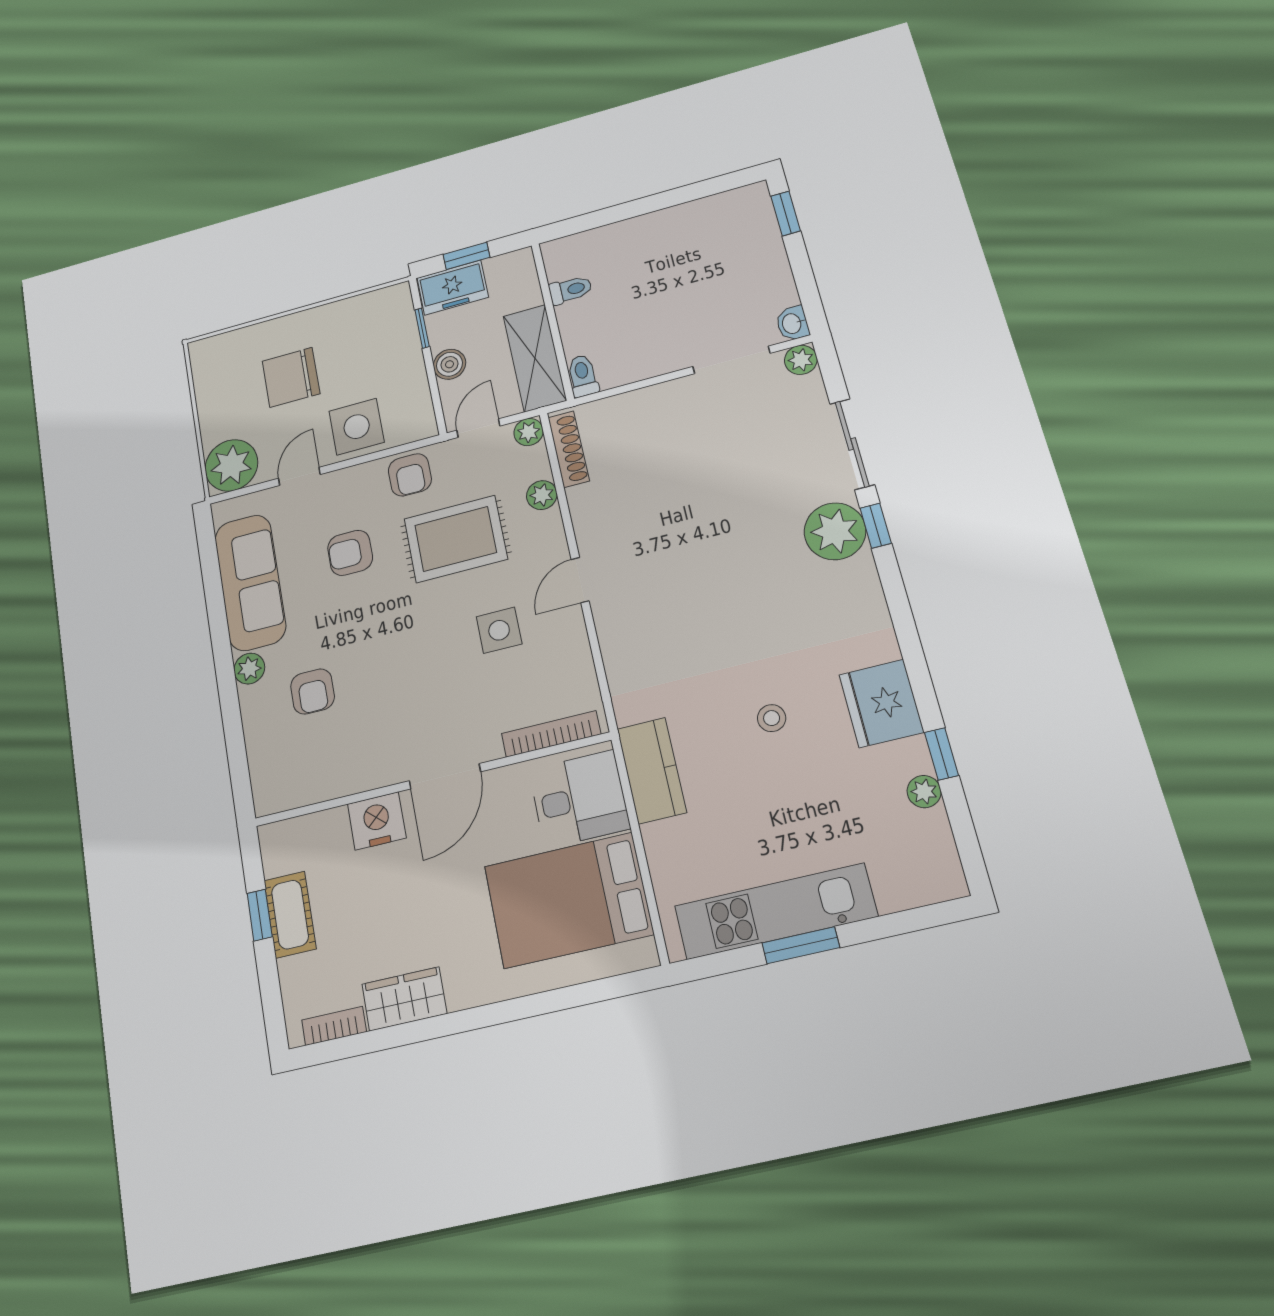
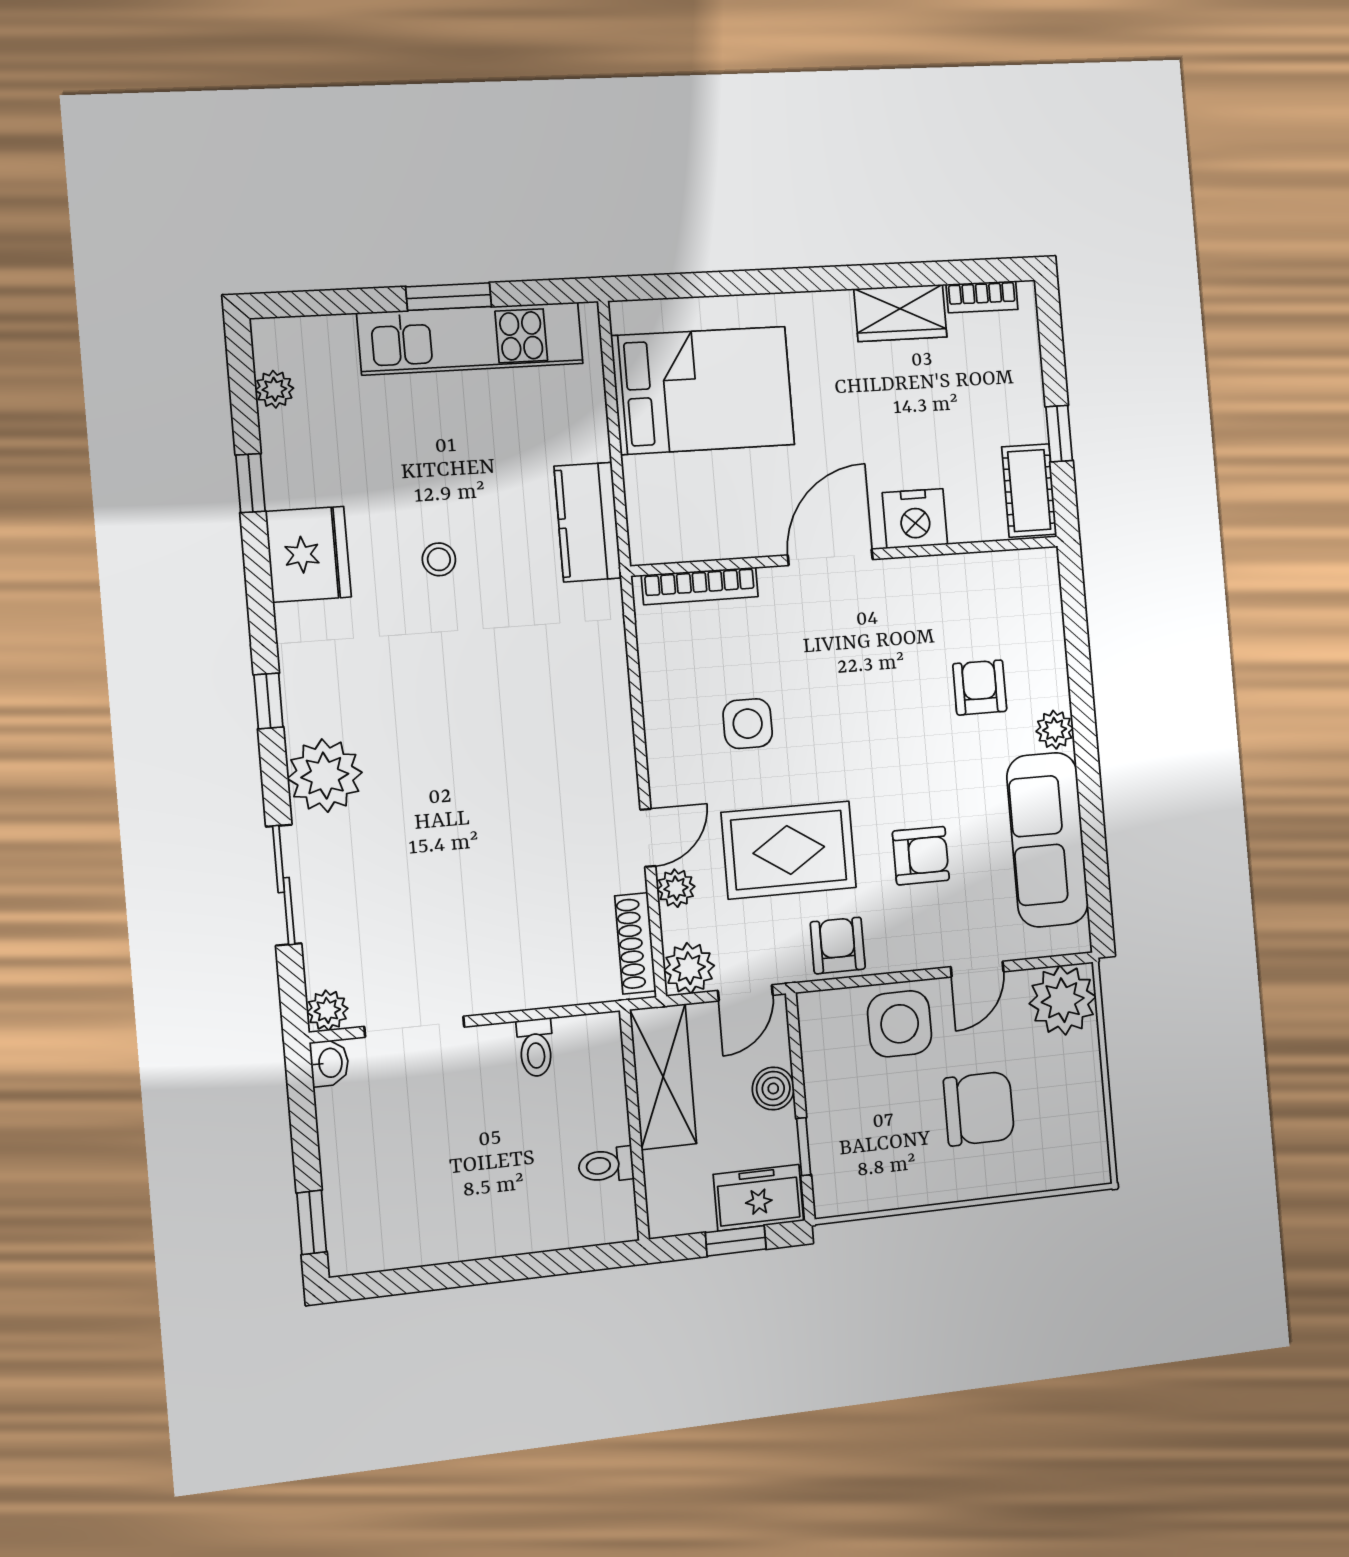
toilet: (583, 376) -> (535, 1048), moved
plant: (529, 432) -> (689, 968), width x1.38, depth x1.38
window: (876, 526) -> (268, 701), moved
door: (580, 580) -> (648, 838), moved
plant: (924, 792) -> (274, 389), moved
desk: (579, 799) -> (676, 503), removed
cot: (290, 915) -> (1029, 491), moved

